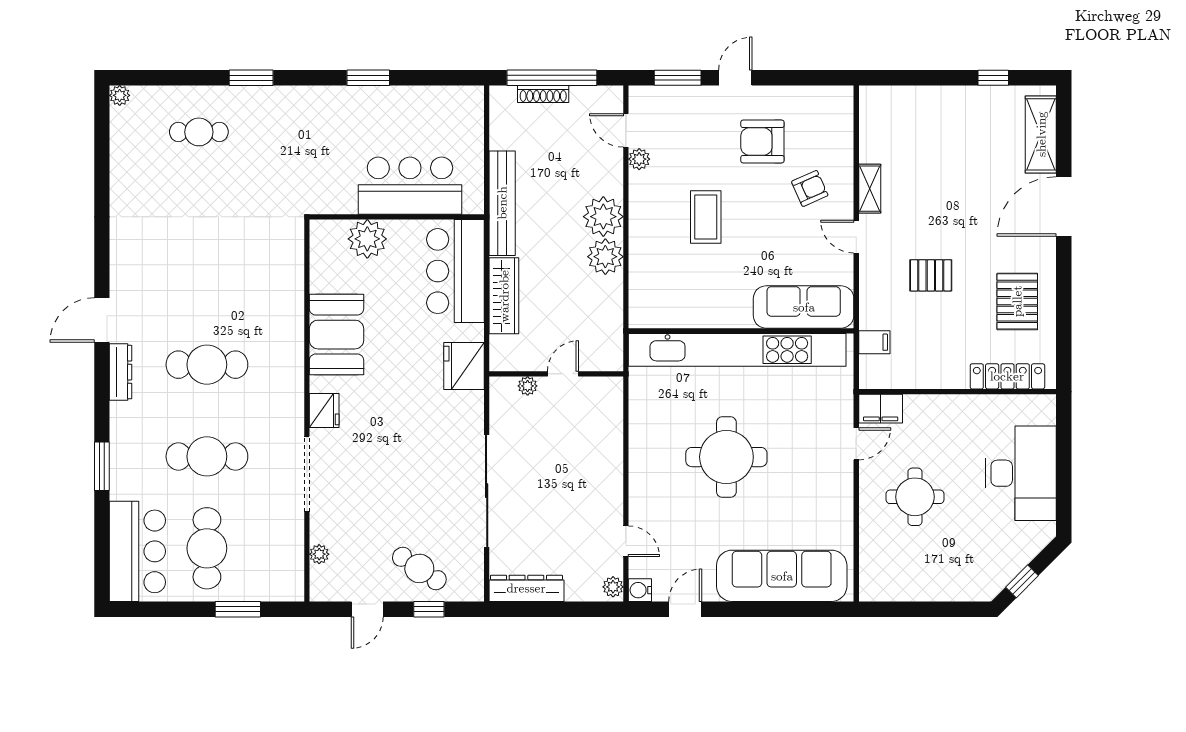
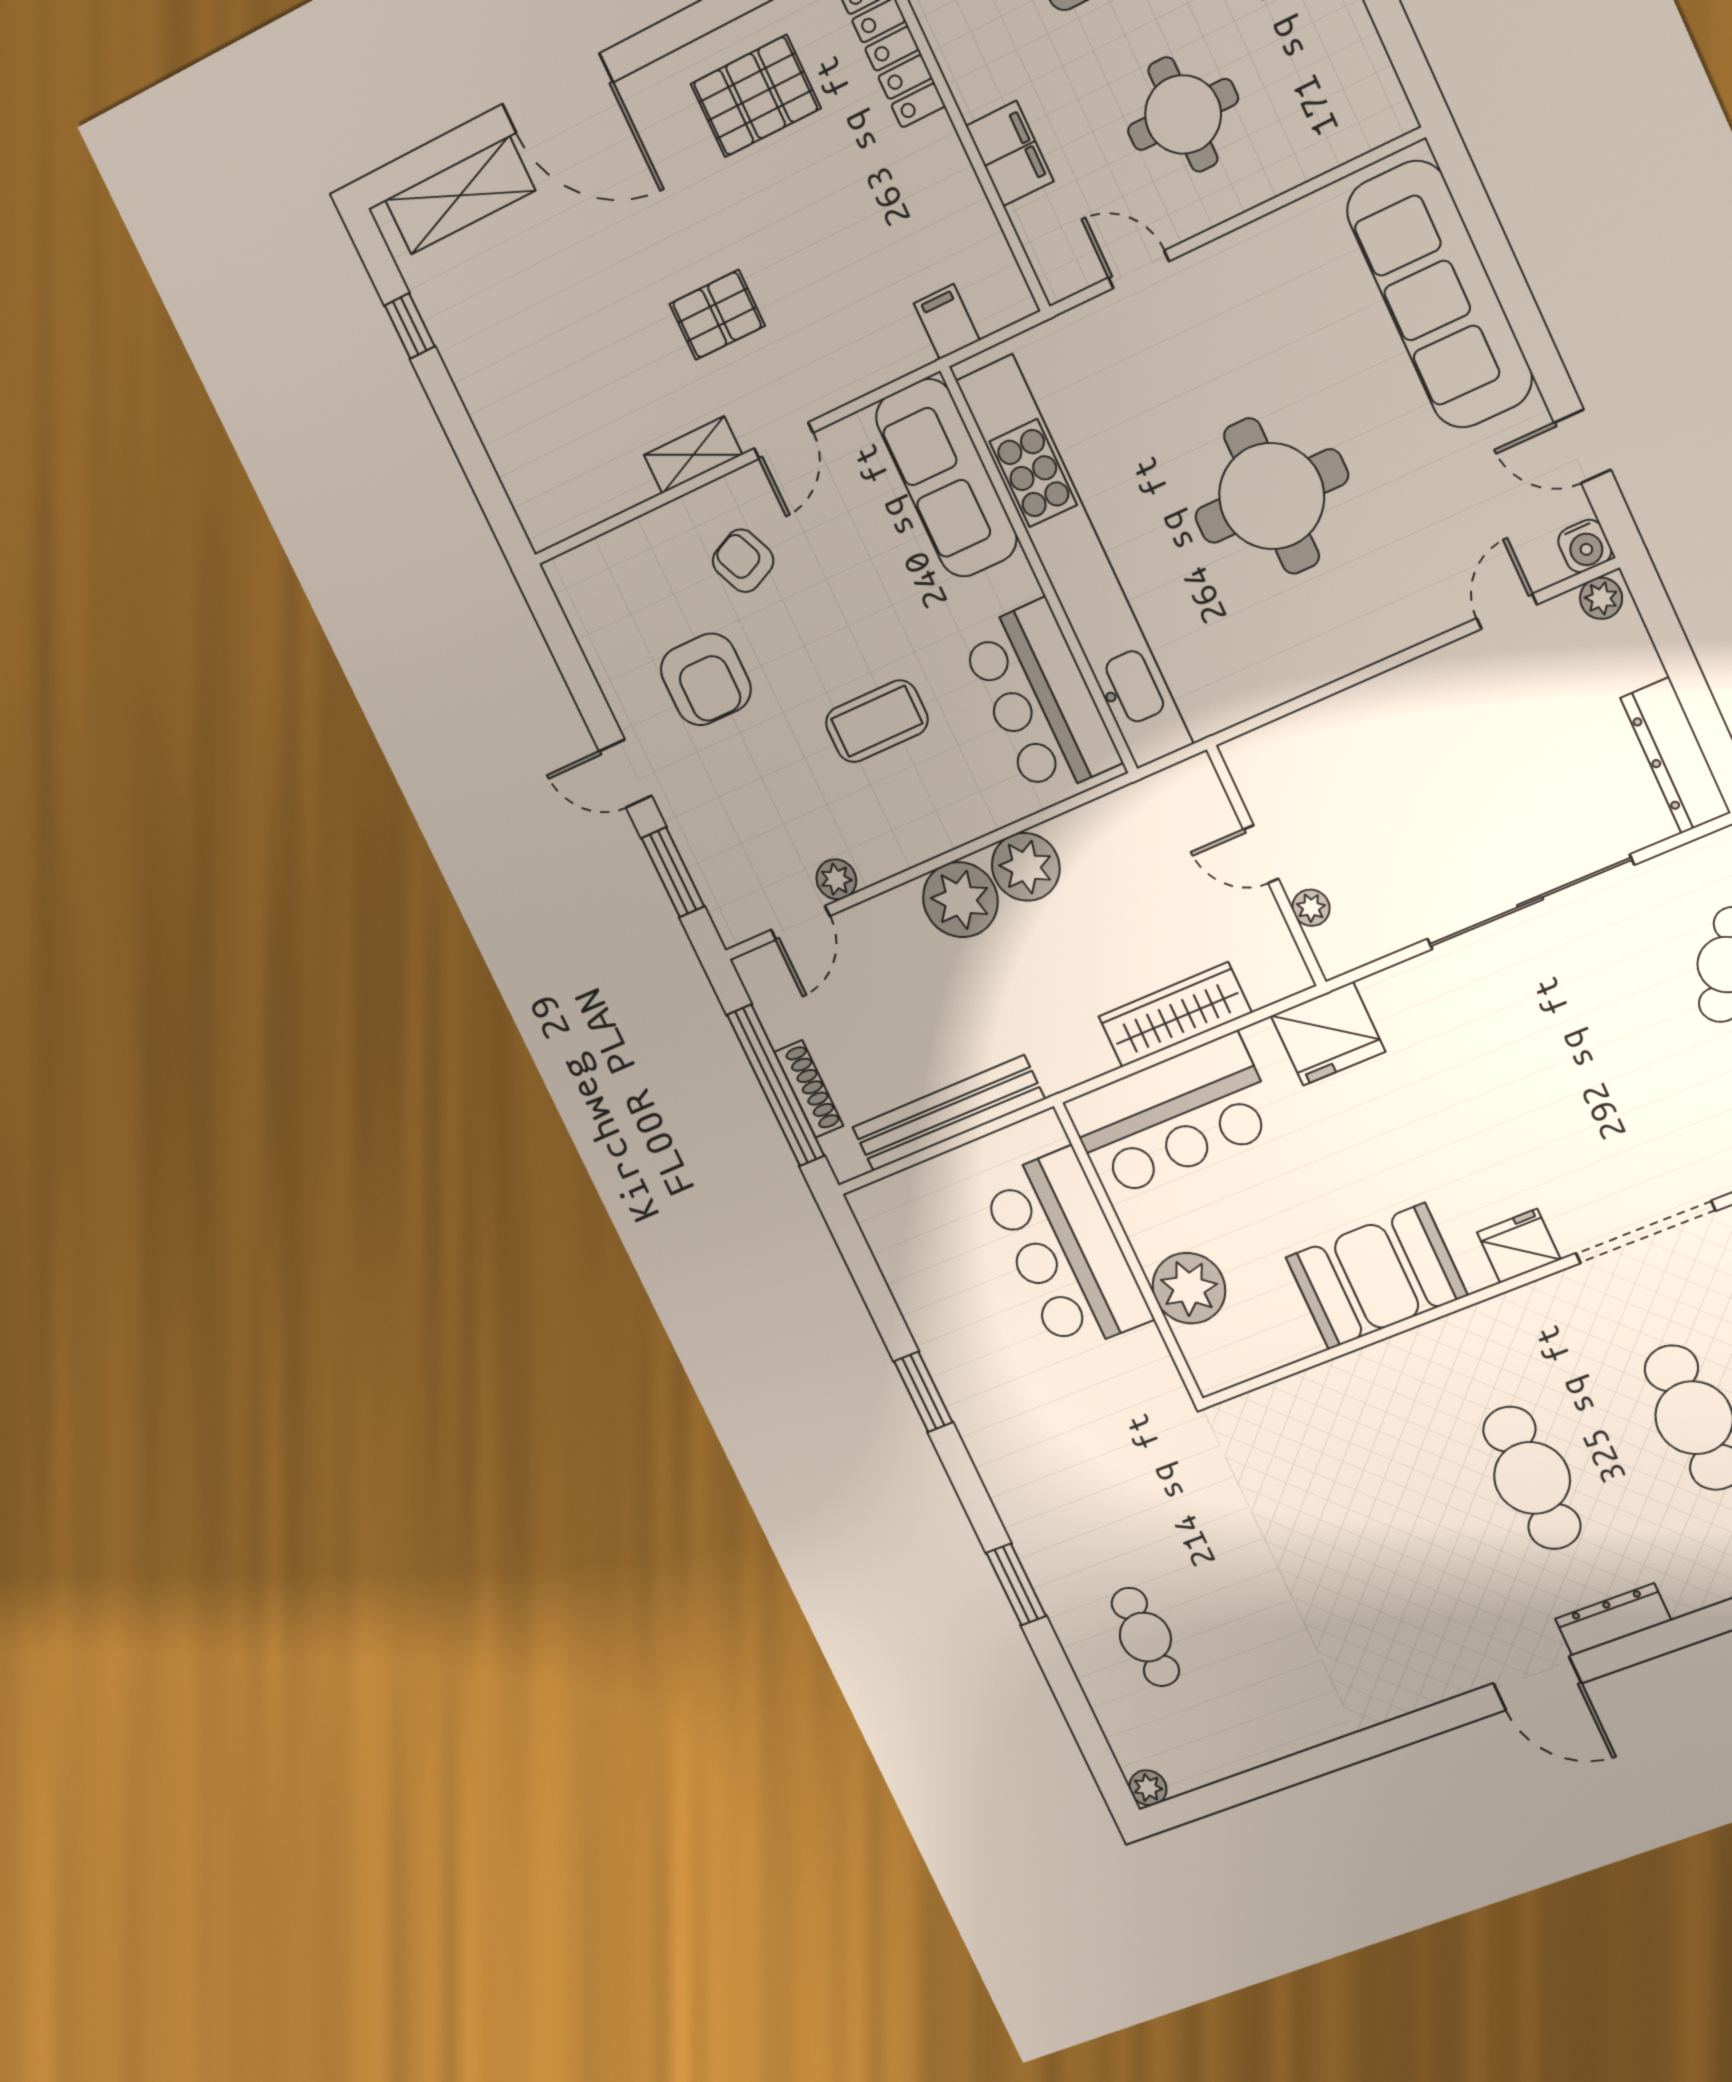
bench: (502, 203) -> (948, 1113), moved
pallet: (931, 275) -> (717, 315), moved, turned 90
bar counter: (681, 302) -> (1040, 700), added
filing cabinet: (881, 409) -> (1010, 154), moved

